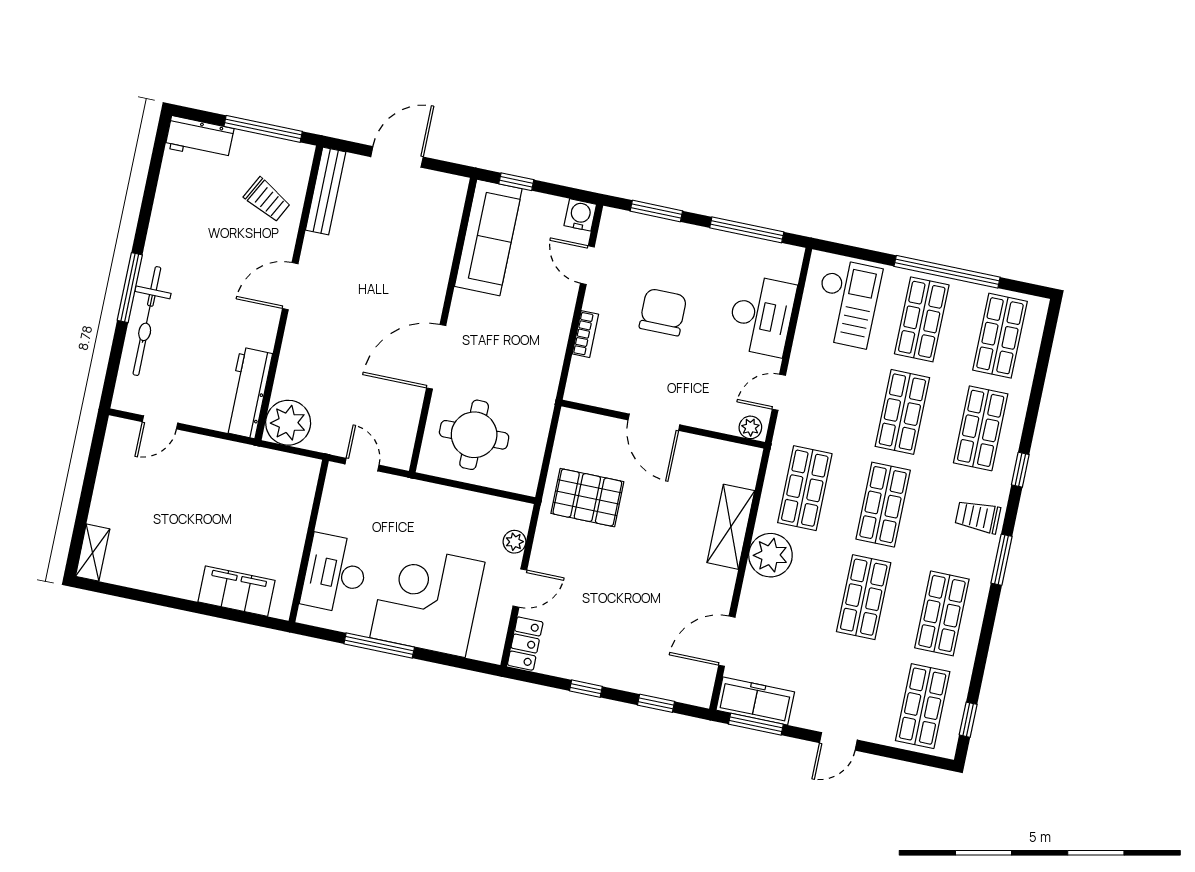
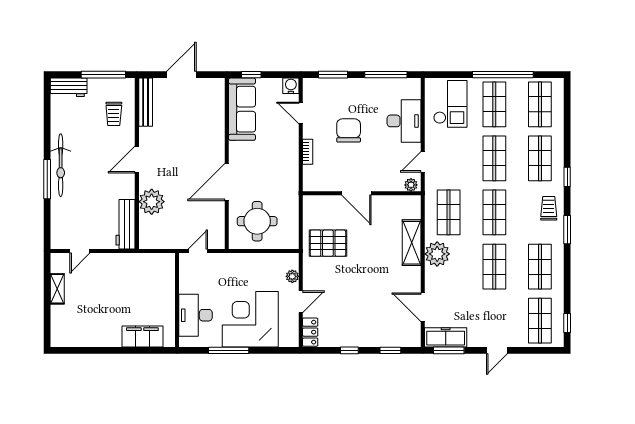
trolley: (267, 200) -> (114, 114), turned 62
bicycle: (147, 321) -> (61, 165), moved
plant: (288, 423) -> (152, 202), moved
door: (362, 465) -> (198, 251), hinge flipped
trolley: (978, 517) -> (549, 208), turned 90
shelving: (93, 553) -> (57, 289), moved
door: (727, 641) -> (423, 307), hinge flipped

